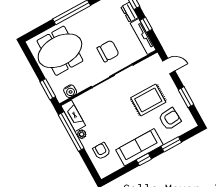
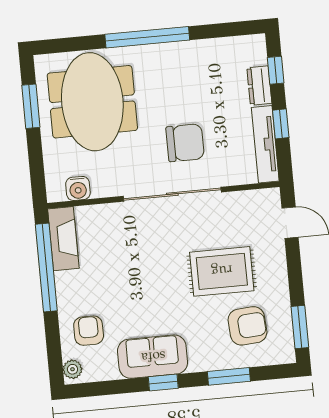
meeting table: (60, 51) -> (92, 102), turned 90
window: (48, 89) -> (31, 106), moved
window: (186, 97) -> (300, 327), moved
plant: (82, 134) -> (72, 369), moved
sofa: (139, 147) -> (153, 357), width x0.73

